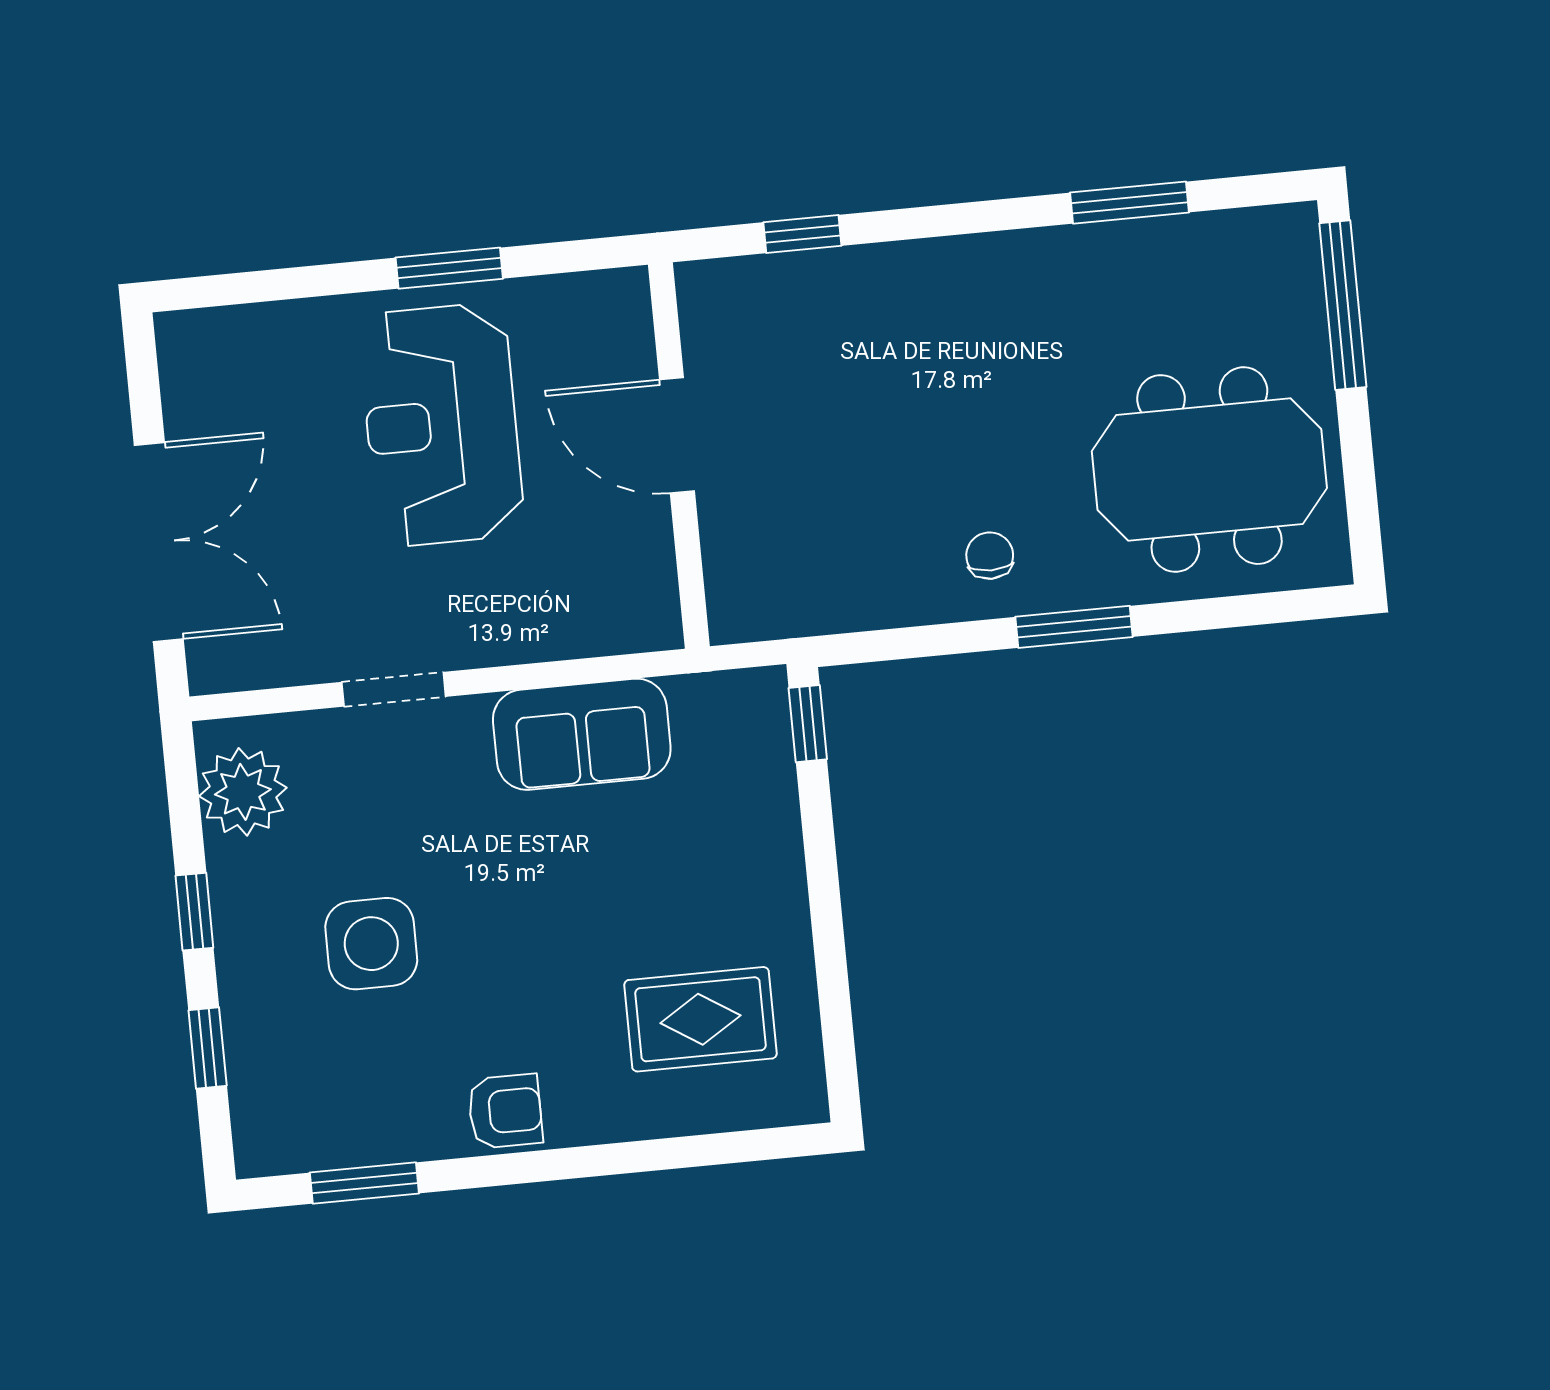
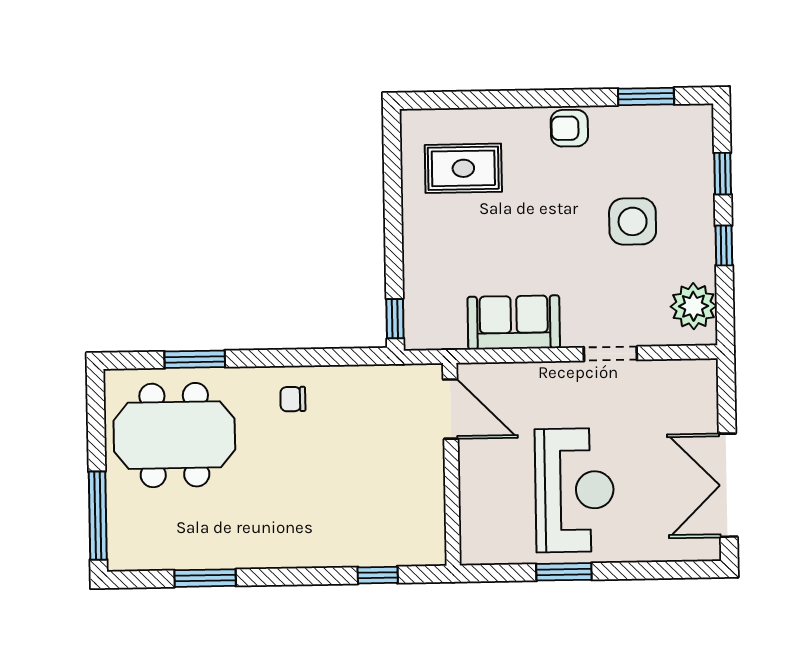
door: (677, 435) -> (450, 409), moved
double door: (159, 542) -> (728, 485), moved
chair: (990, 556) -> (293, 399), turned 90
window: (1074, 627) -> (195, 359), moved

